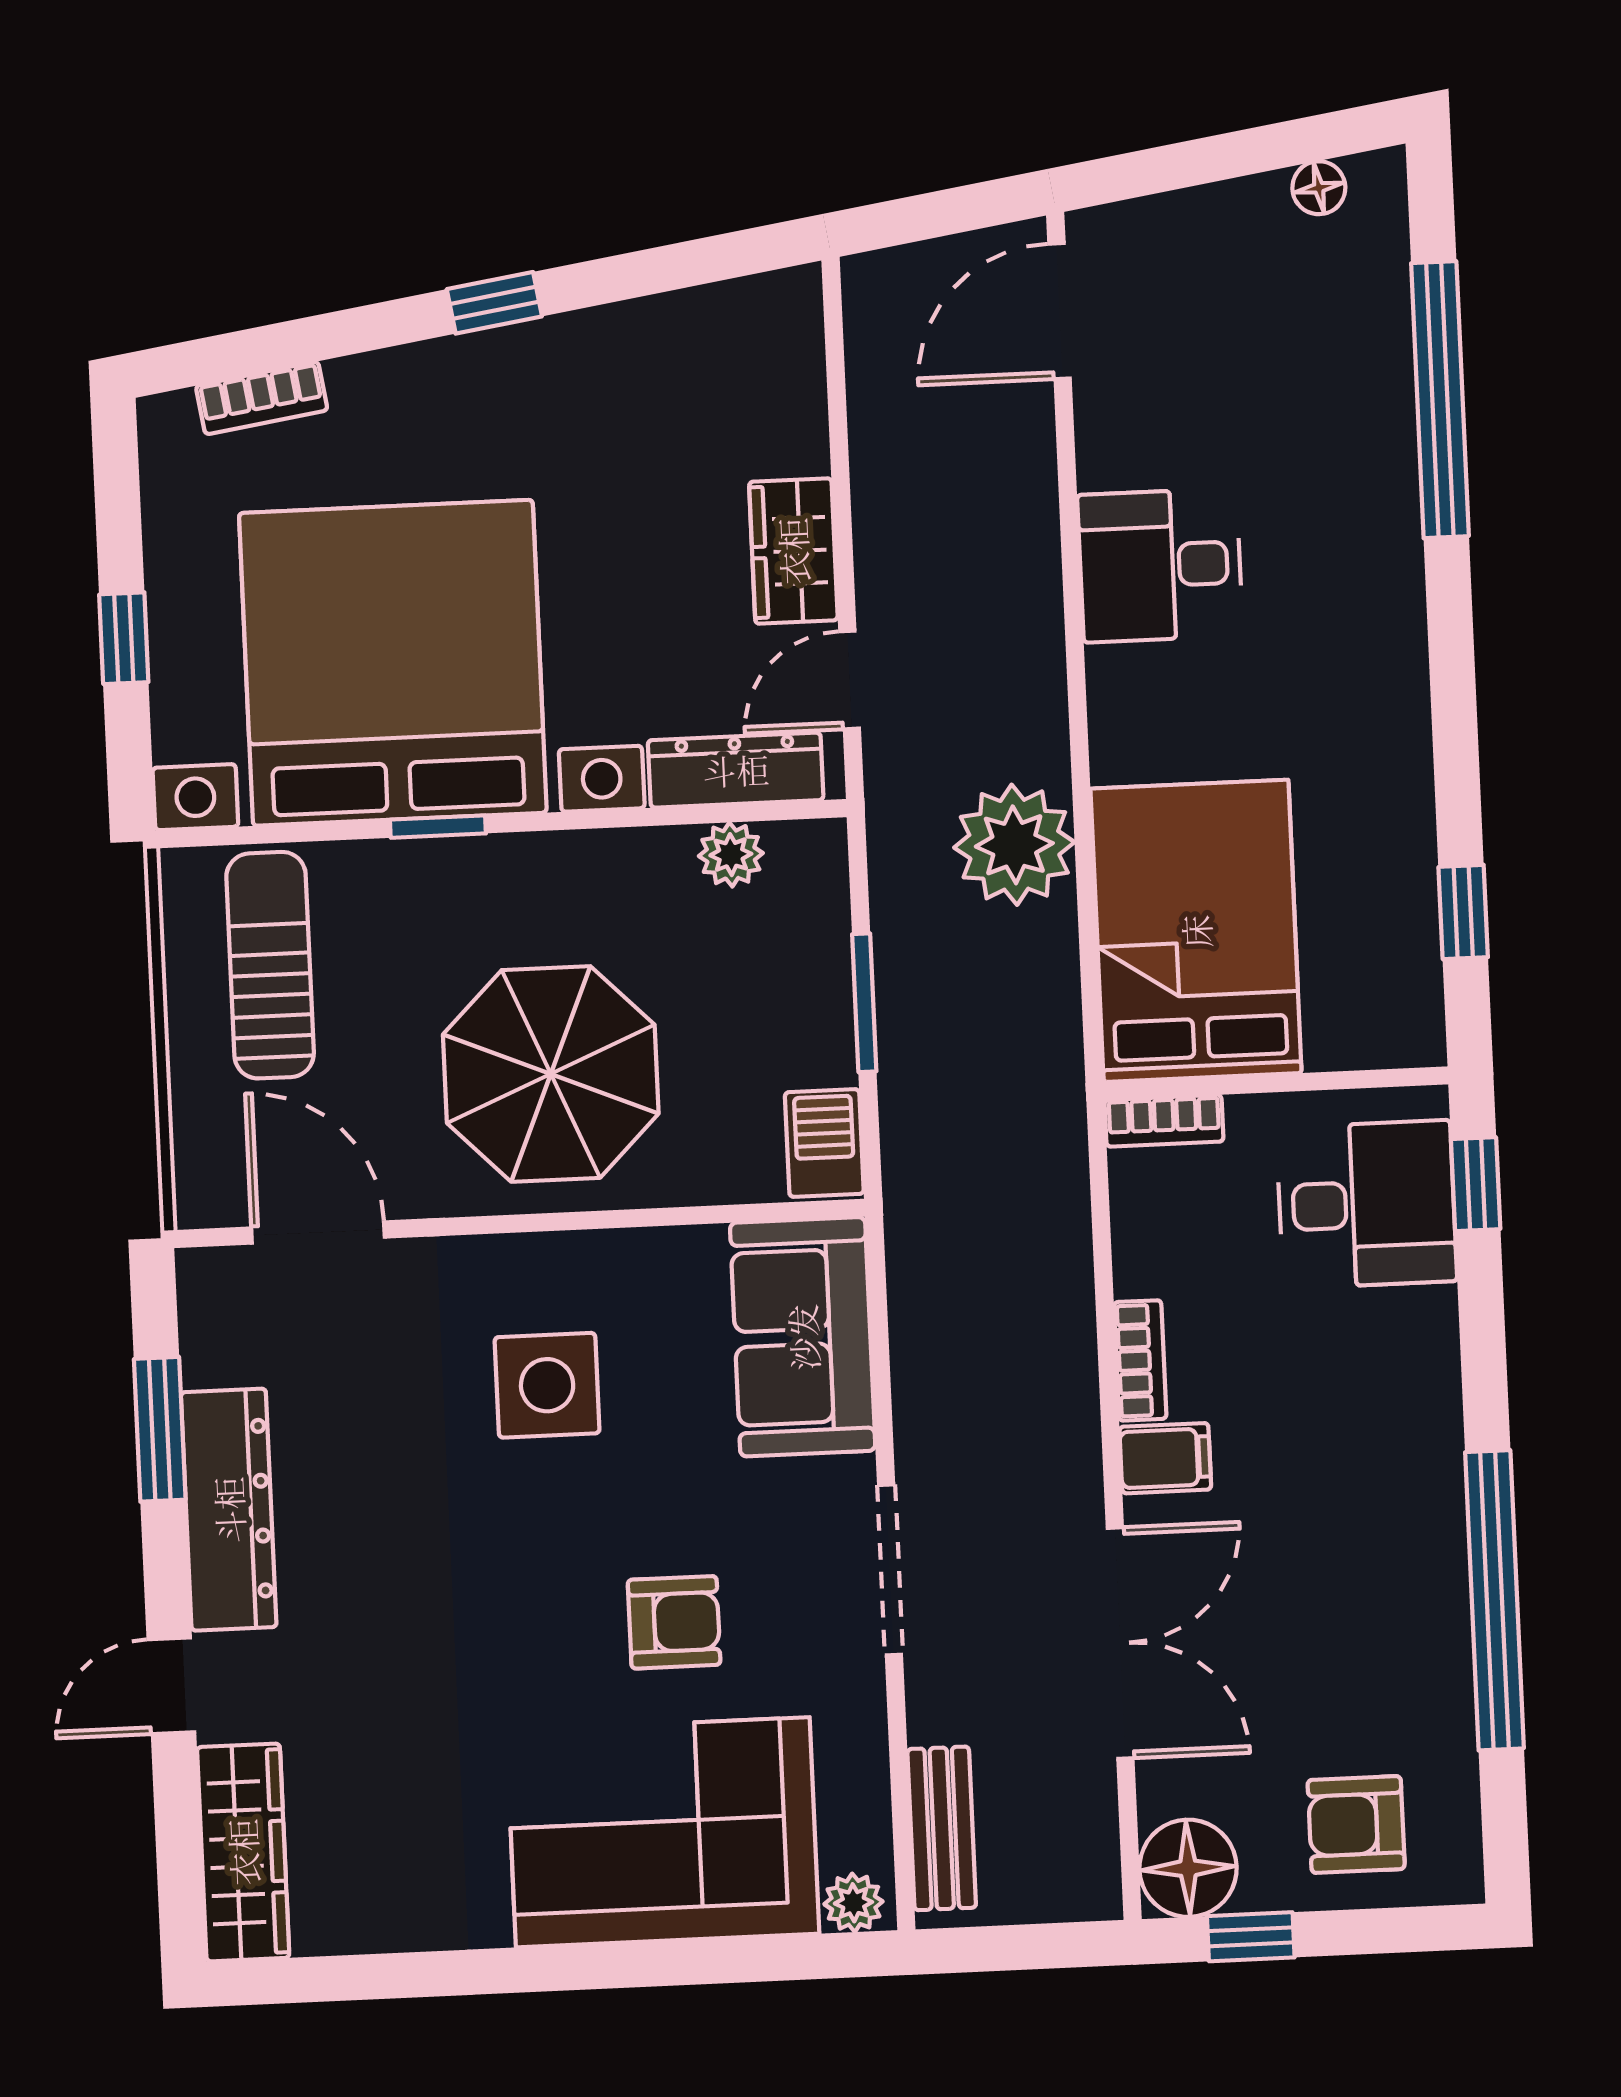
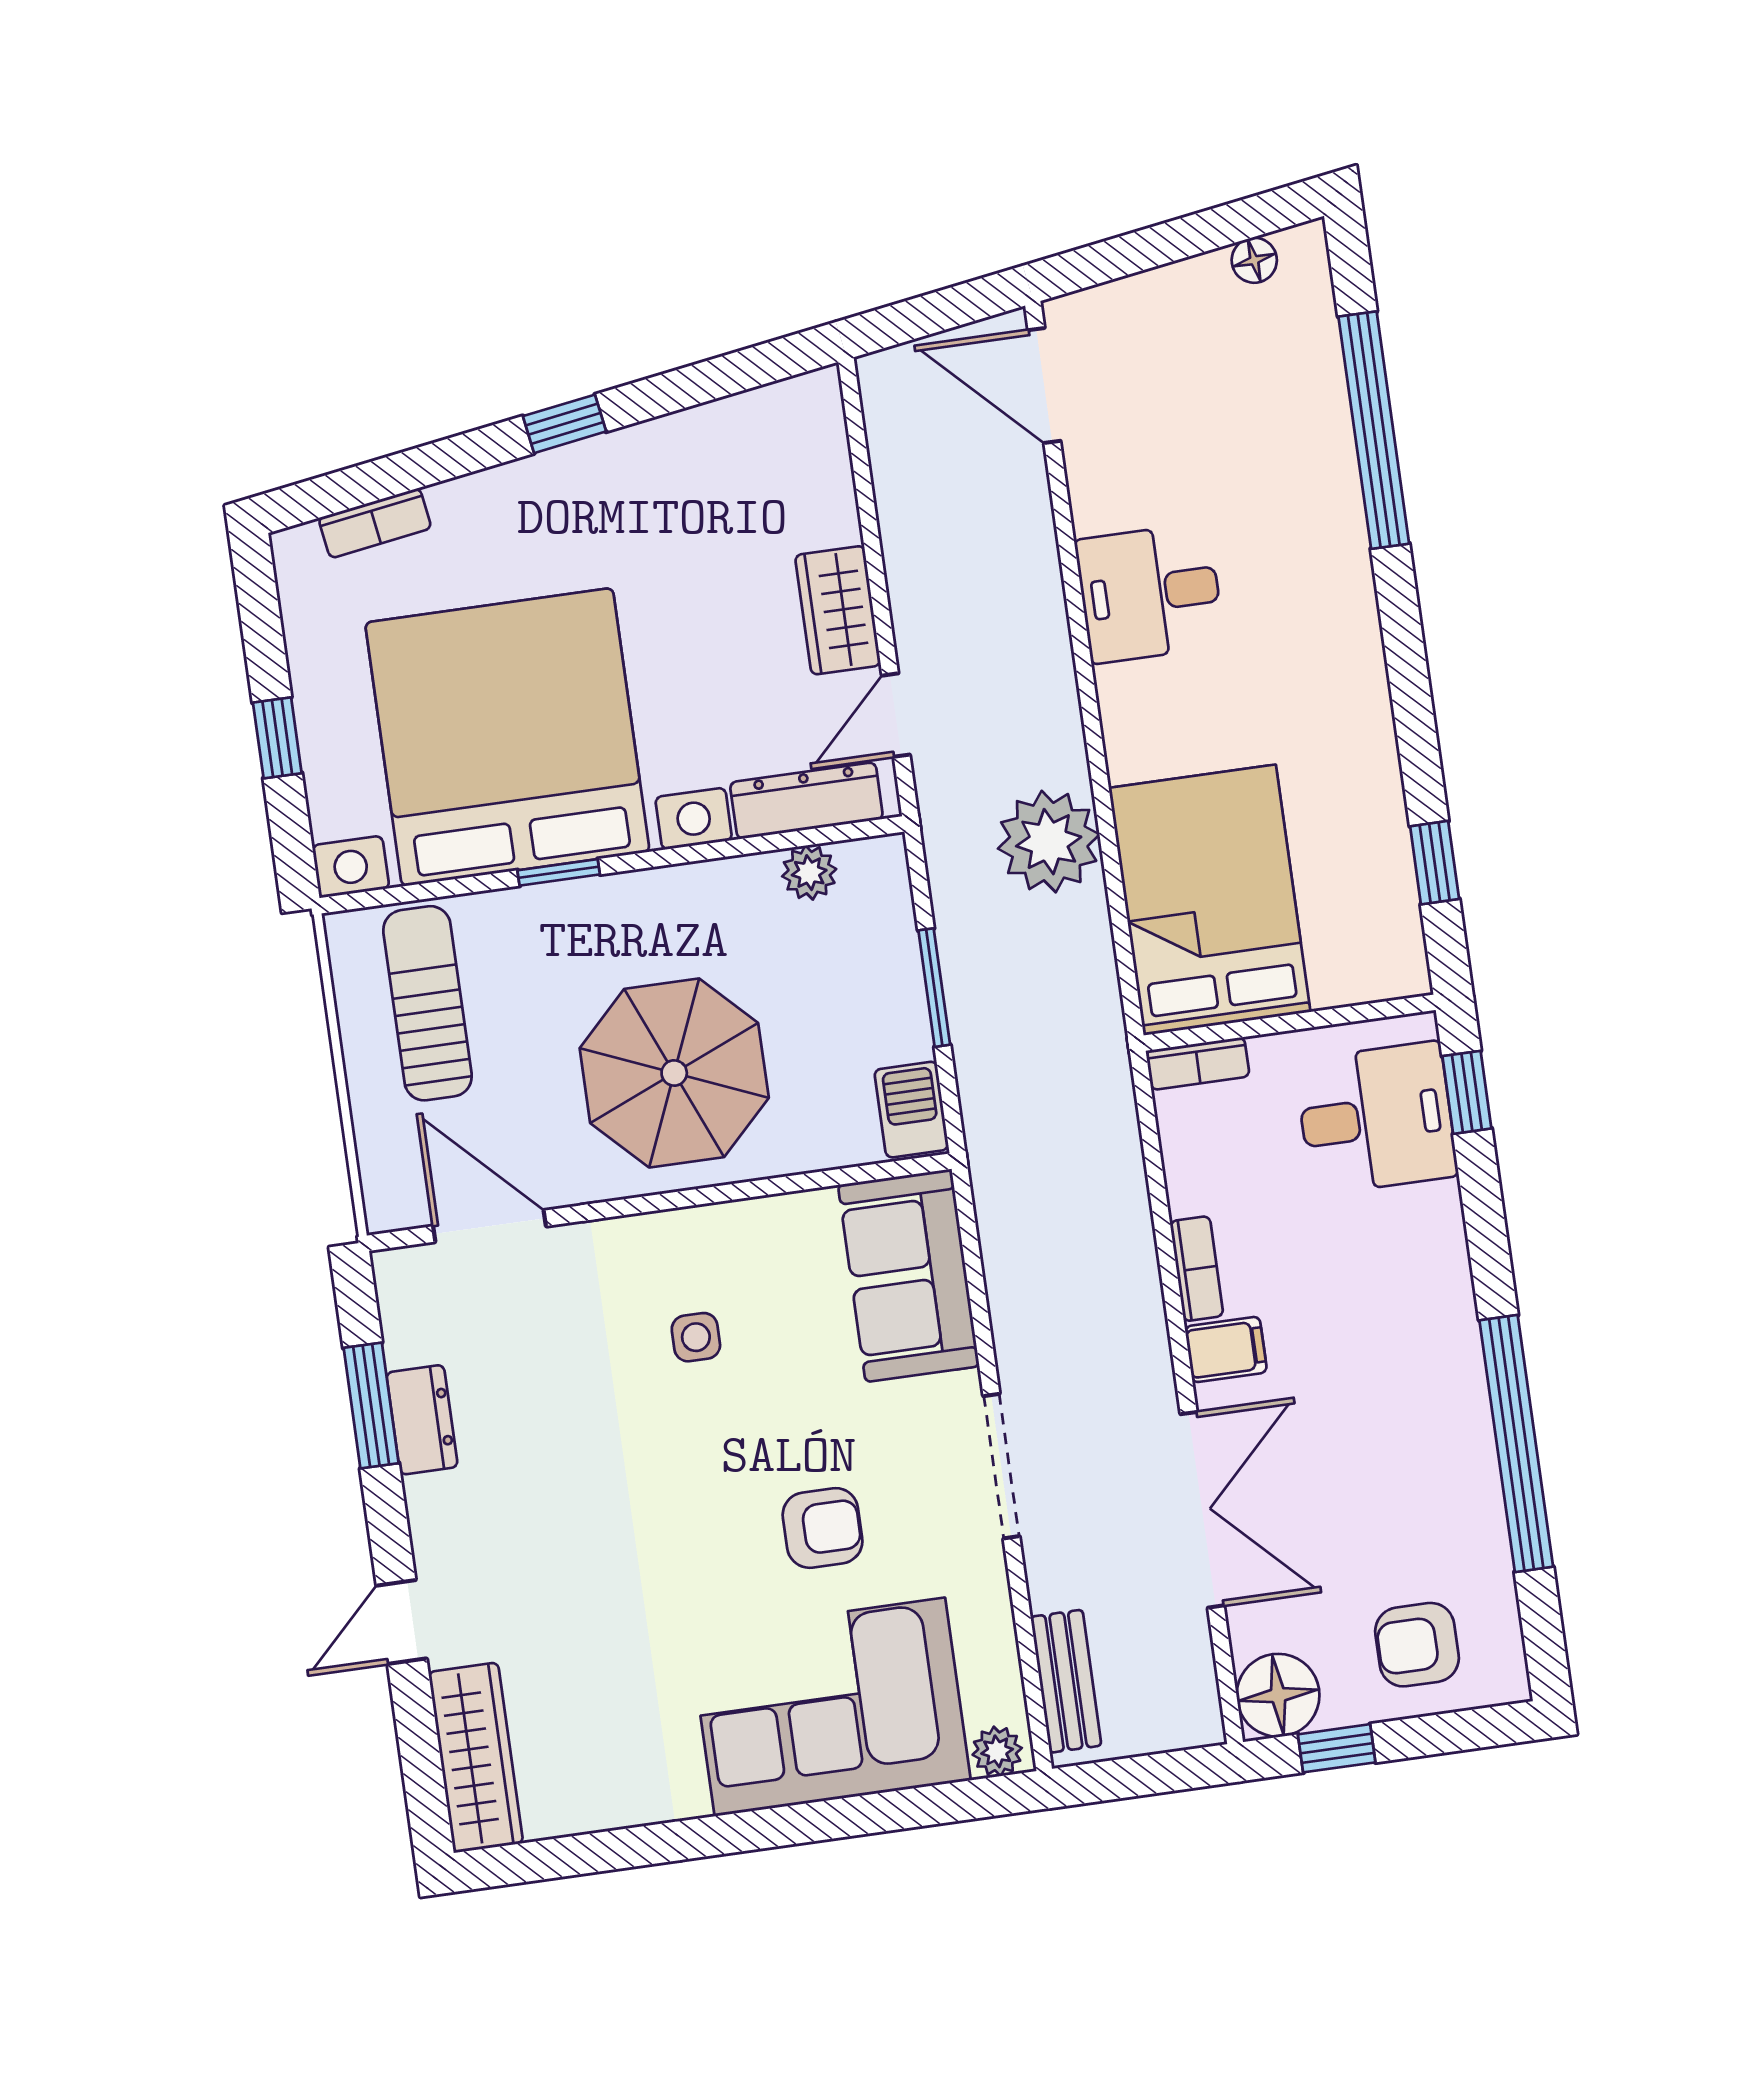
door: (1060, 311) -> (1044, 386), hinge flipped
side table: (547, 1385) -> (696, 1337), width x0.54, depth x0.54
dresser: (229, 1510) -> (422, 1420), width x0.51, depth x0.80

